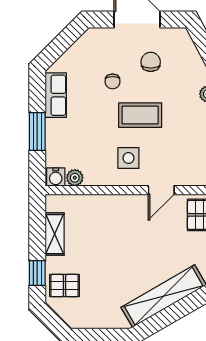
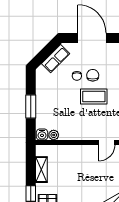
chair: (151, 62) -> (93, 75), moved
row of seats: (56, 95) -> (56, 59), moved, turned 45
side table: (128, 158) -> (87, 123), removed

